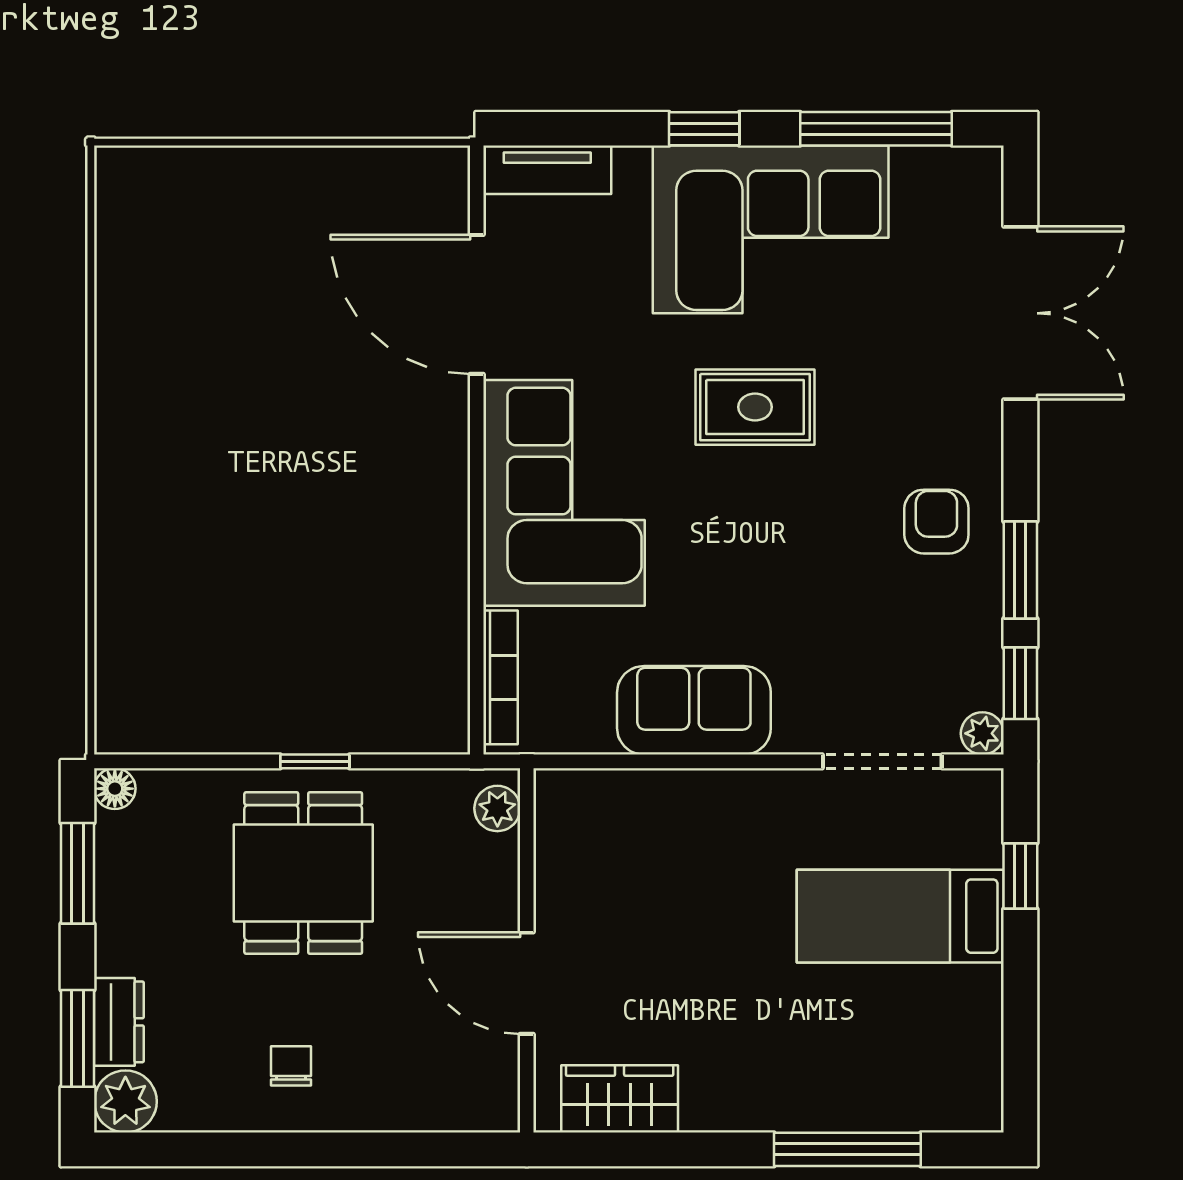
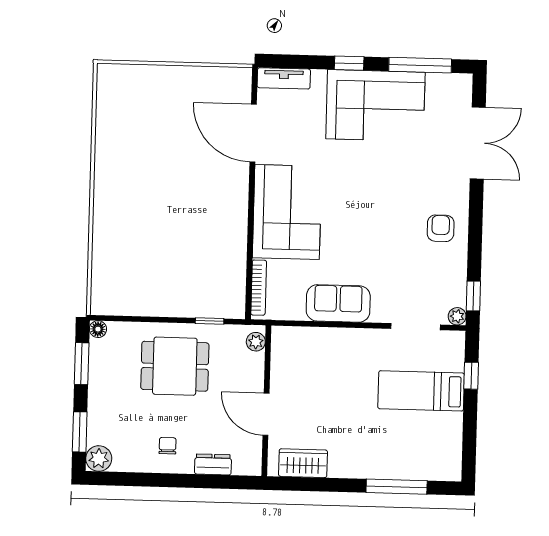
rug: (755, 407) -> (367, 179), removed
window: (1020, 570) -> (475, 249), removed
window: (315, 761) -> (210, 321), moved
dining table: (303, 873) -> (175, 366), turned 90
dresser: (119, 1022) -> (213, 464), moved, turned -90

